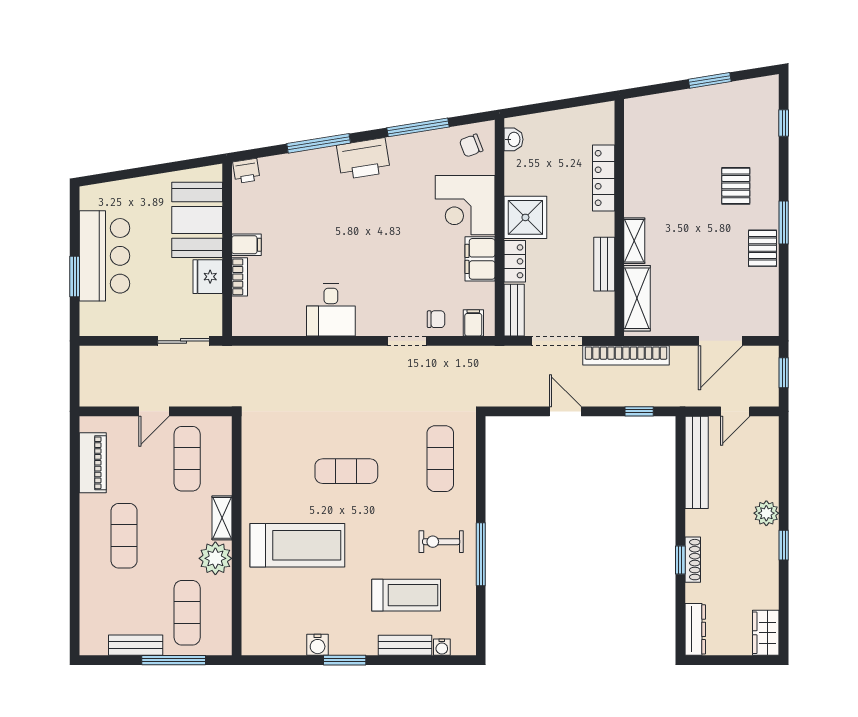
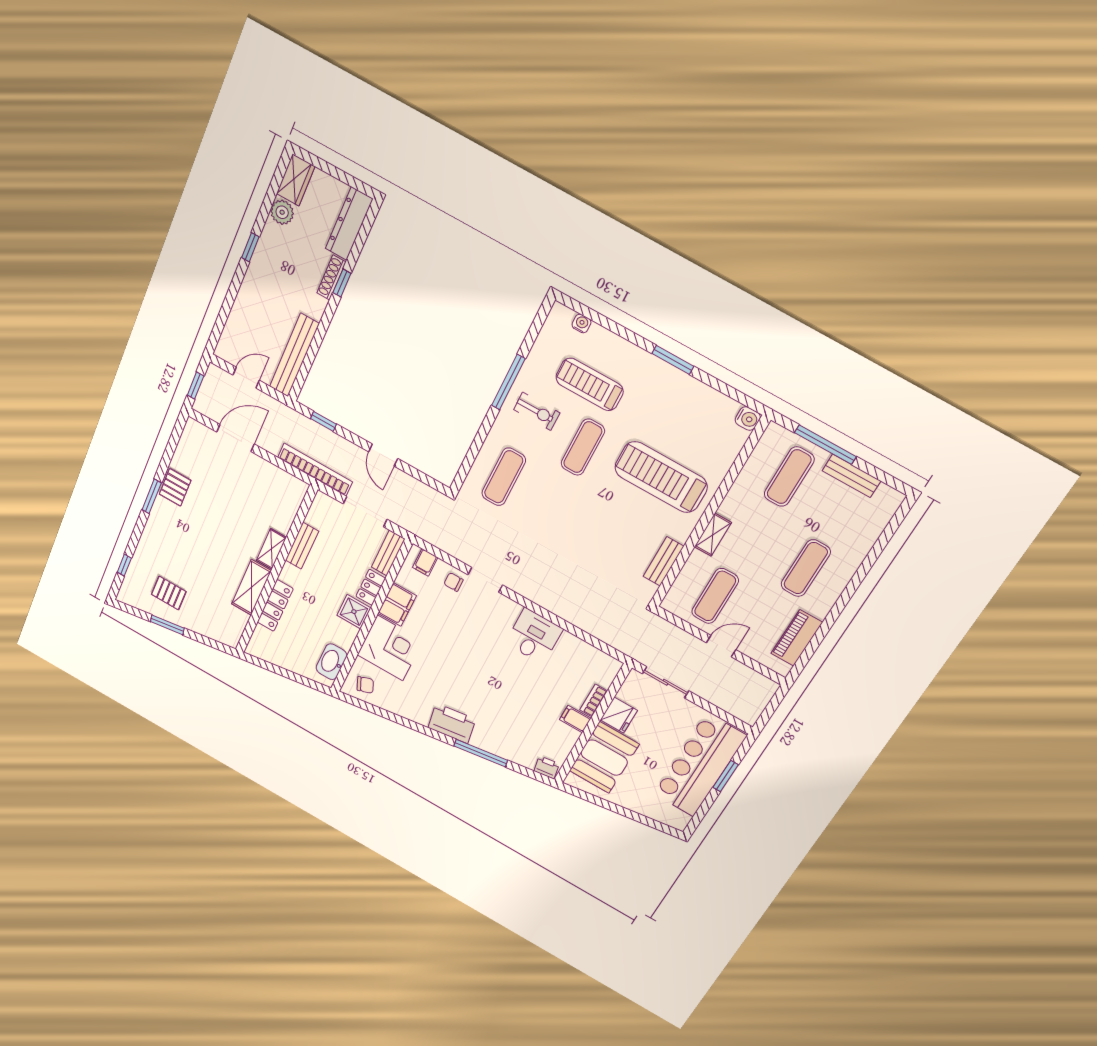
window: (418, 127) -> (399, 720), removed
washbasin: (514, 139) -> (331, 662), width x1.91, depth x1.45
pallet: (736, 186) -> (169, 593), moved, turned 90
shower: (525, 217) -> (354, 612), width x0.73, depth x0.73
bar counter: (104, 256) -> (700, 765), width x1.36
shelving: (637, 298) -> (251, 587), moved
exercise mat: (346, 471) -> (583, 447), moved, turned 90
plant: (766, 513) -> (282, 212), moved
plant: (215, 558) -> (738, 506), removed
dresser: (695, 629) -> (349, 224), width x1.37, depth x1.24
water cooler: (318, 645) -> (748, 419), moved, turned 90
bench: (405, 645) -> (663, 561), moved, turned 90

